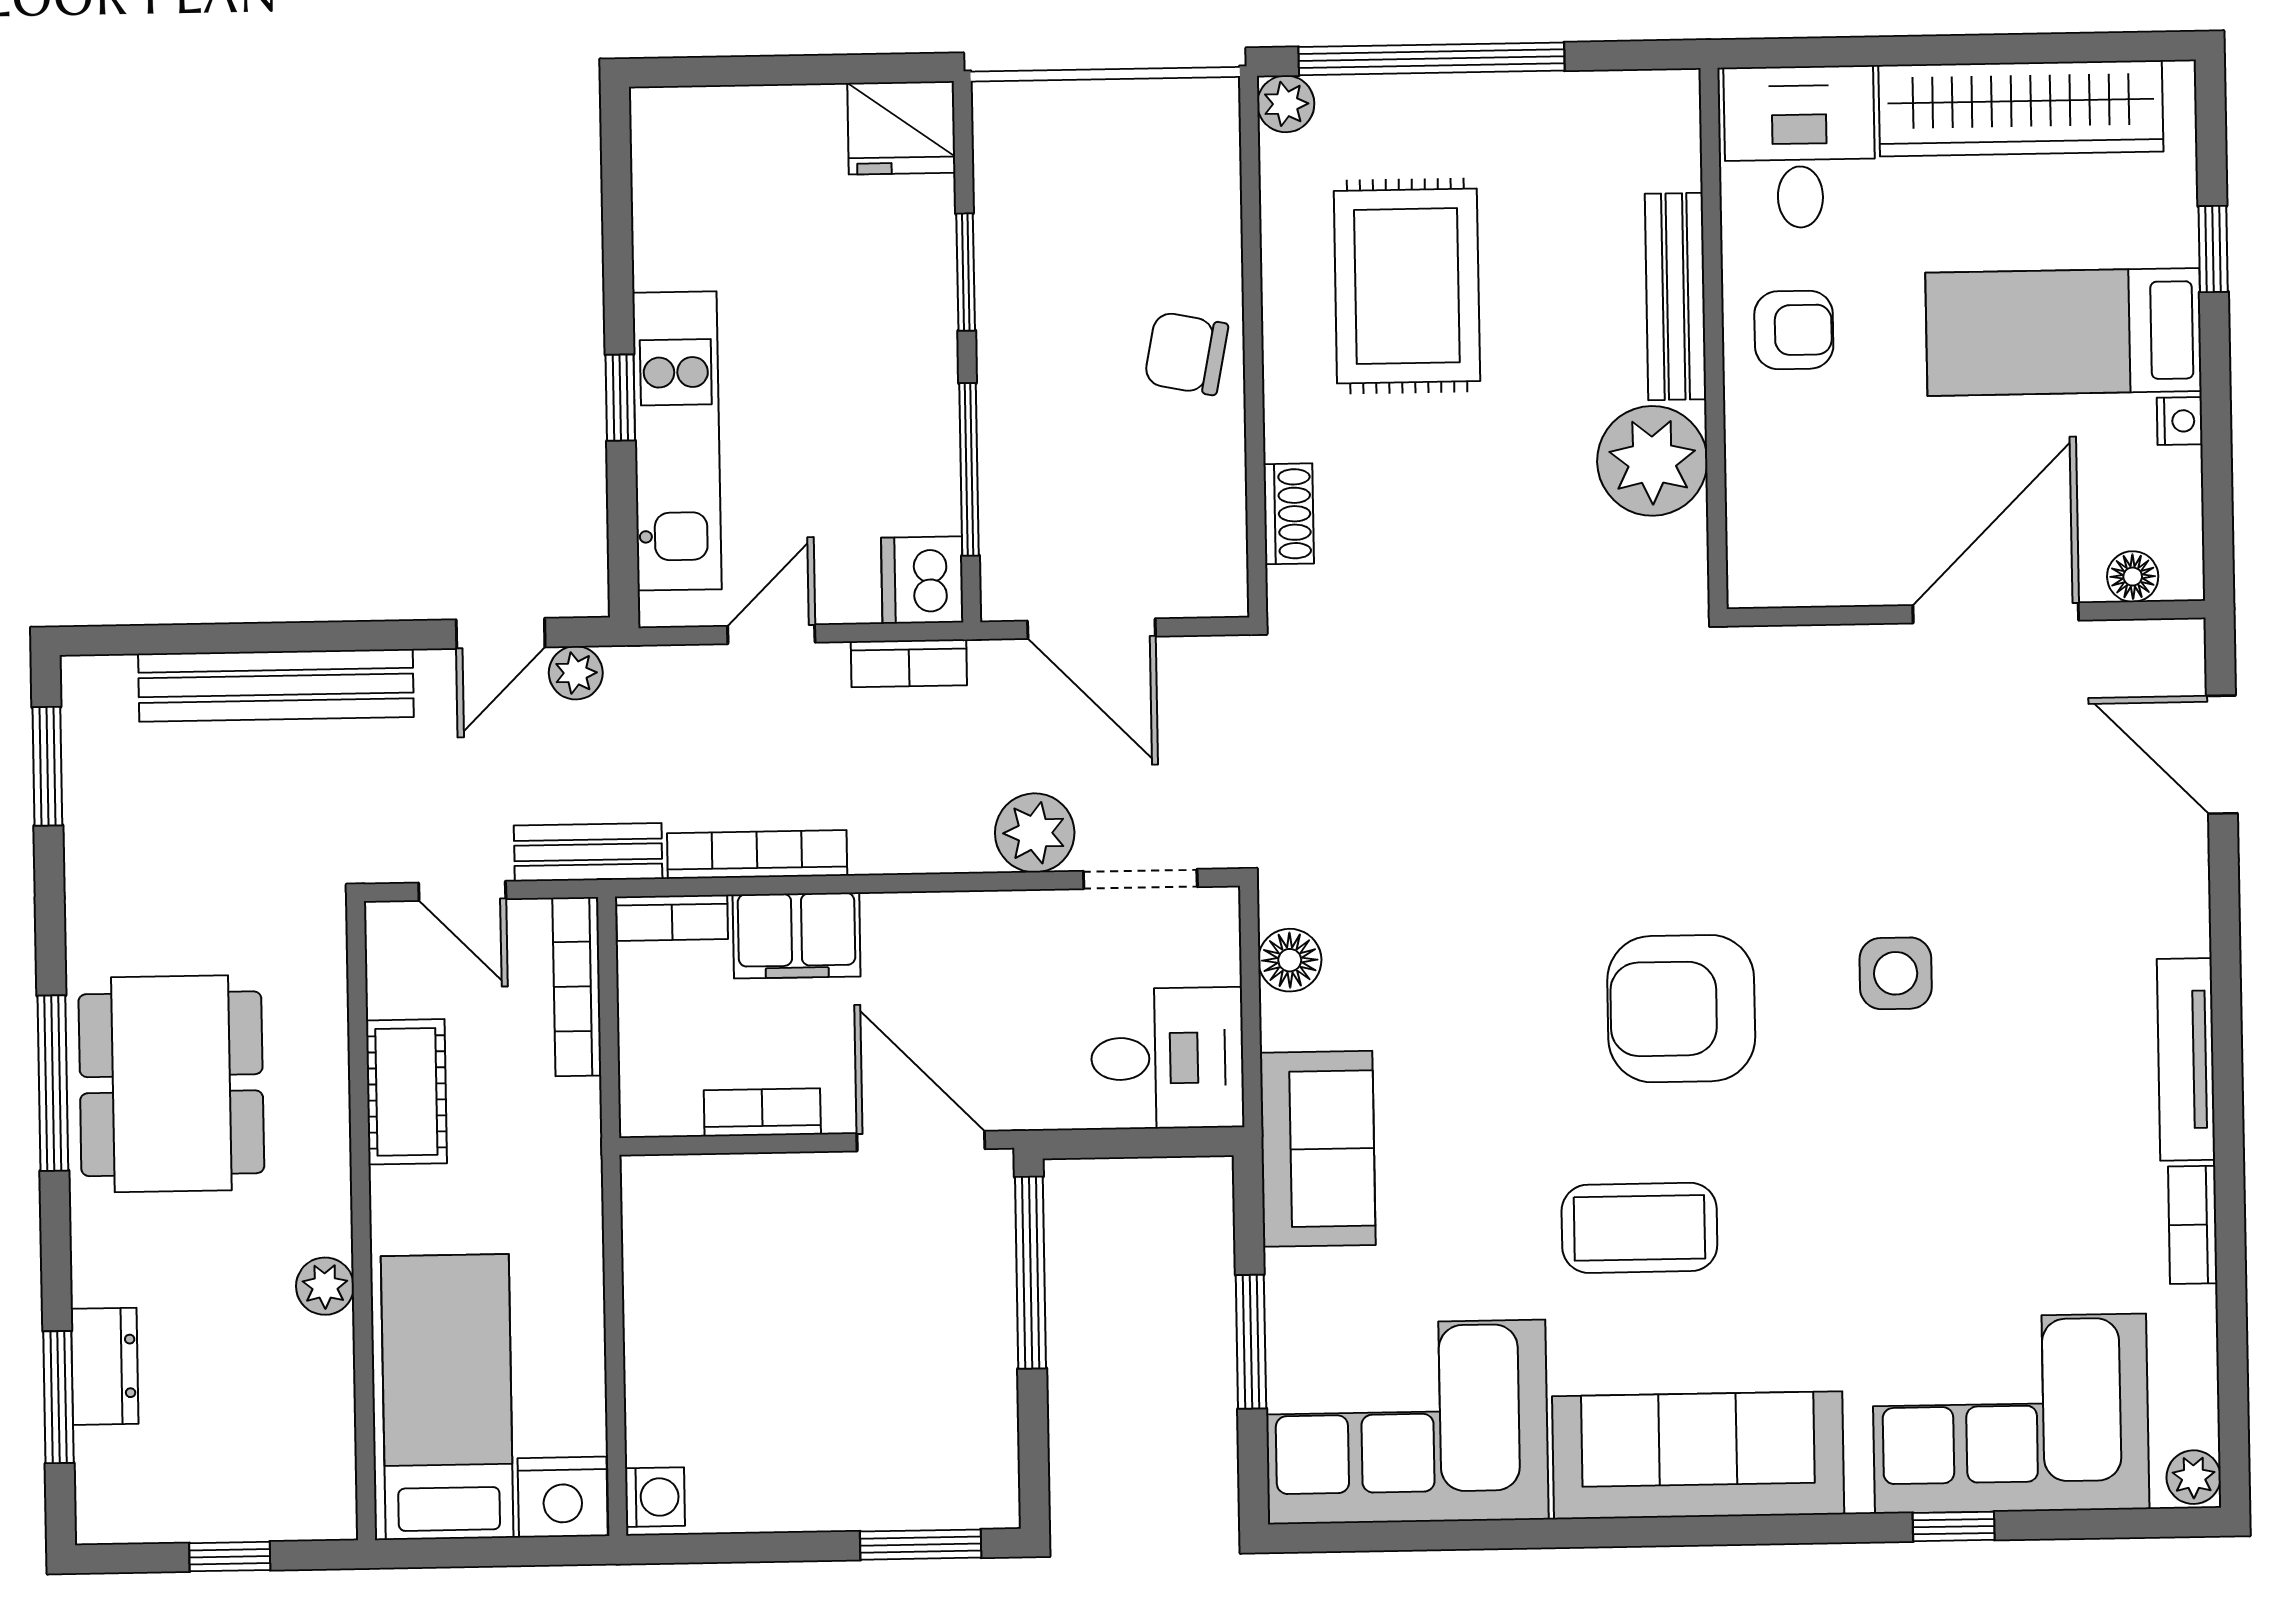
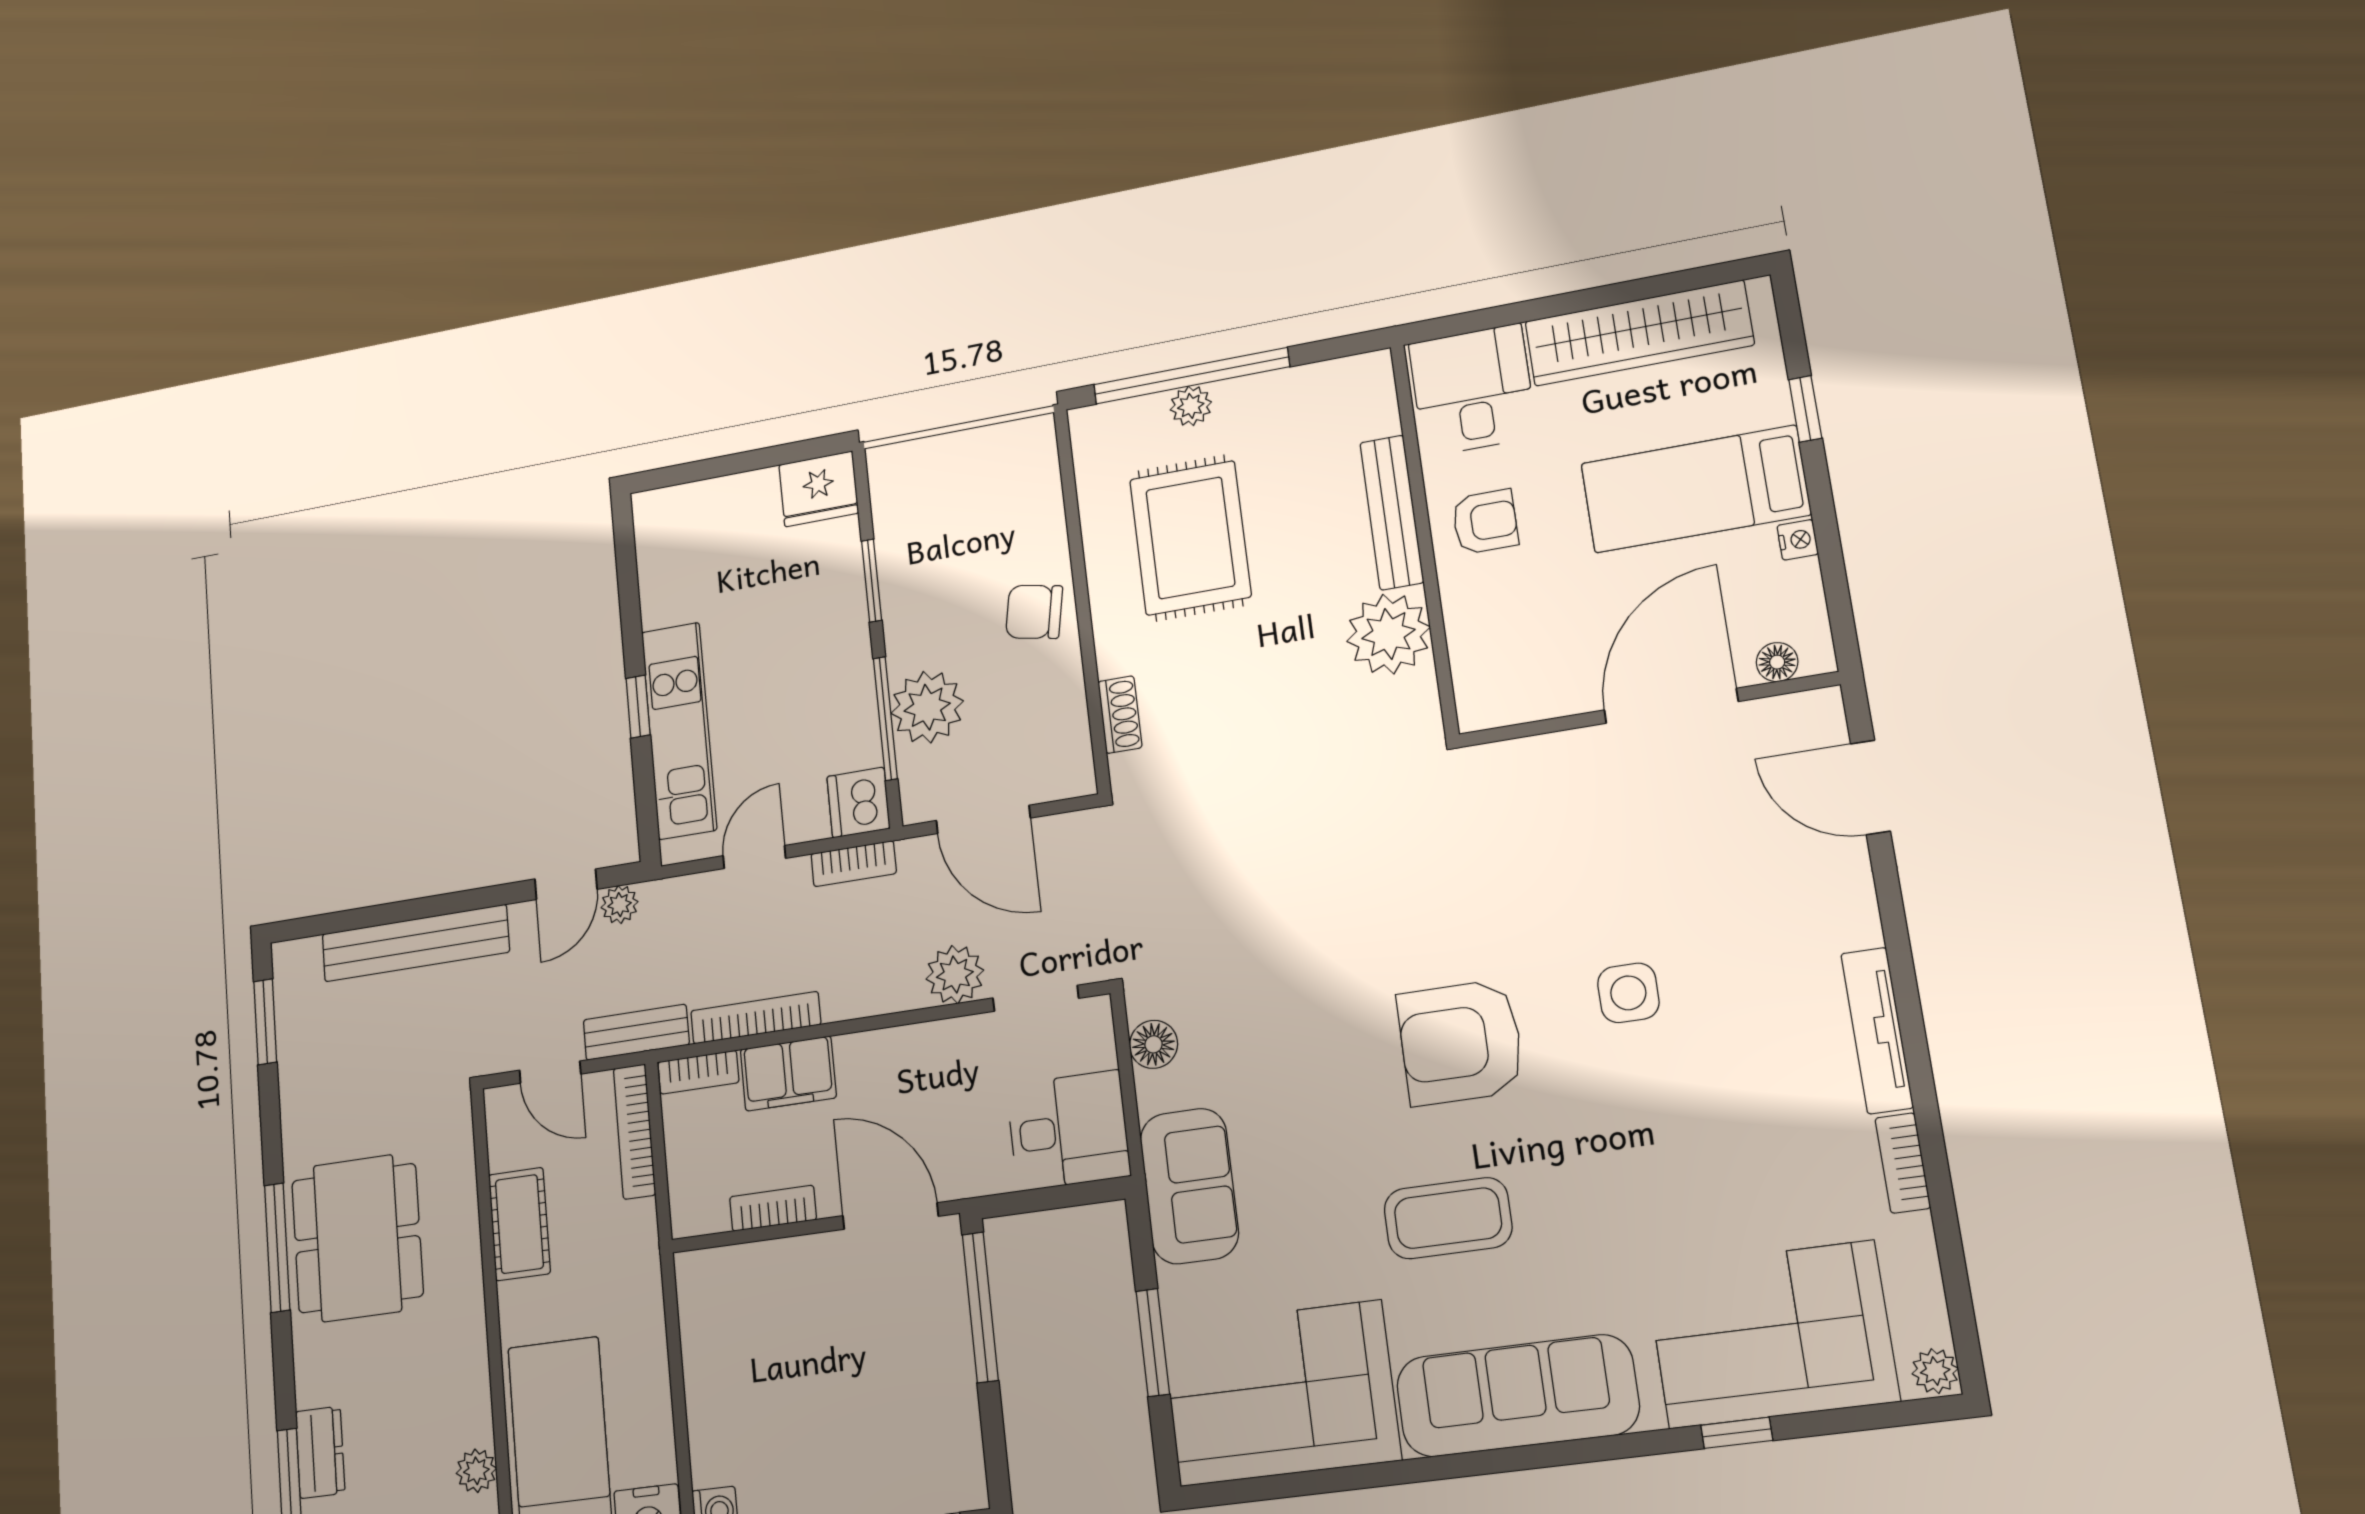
plant: (1286, 104) -> (1191, 406), moved
plant: (1028, 463) -> (927, 707), added
plant: (325, 1286) -> (476, 1471), moved

